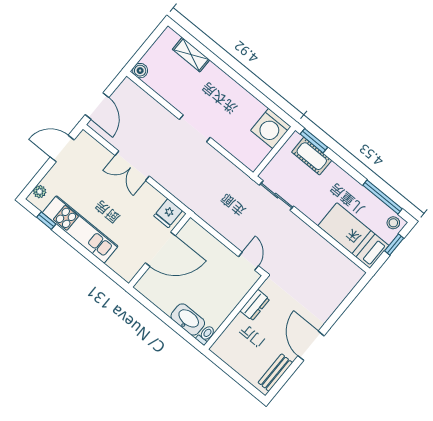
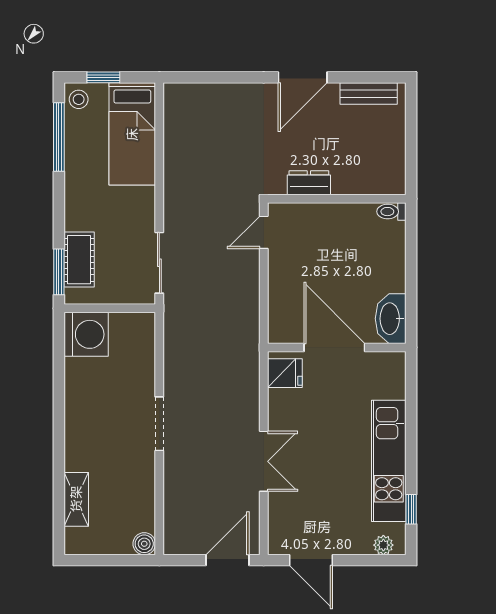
washbasin: (188, 319) -> (391, 319), moved

